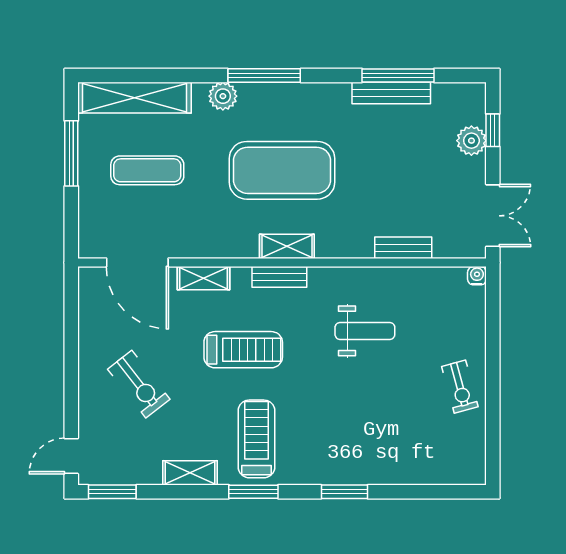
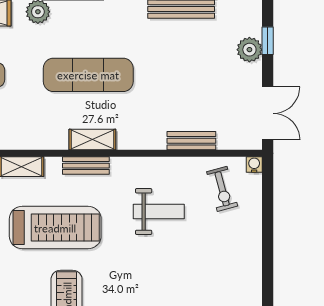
exercise mat: (282, 170) -> (88, 75), width x0.68
treadmill: (243, 350) -> (55, 228), width x1.37, depth x1.38
exercise bike: (460, 387) -> (222, 189), moved

